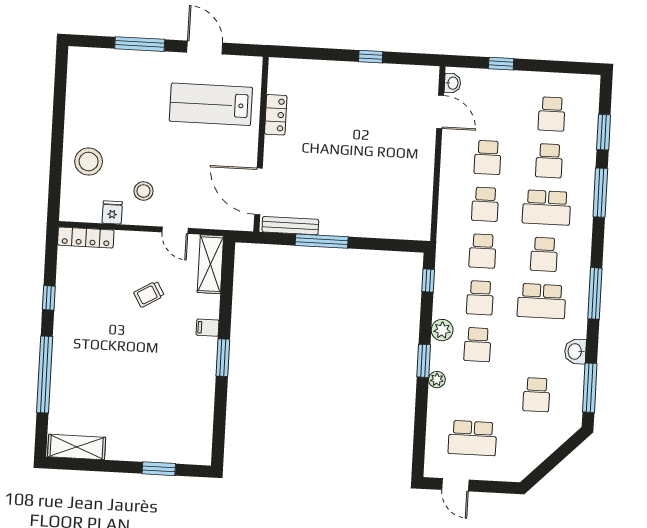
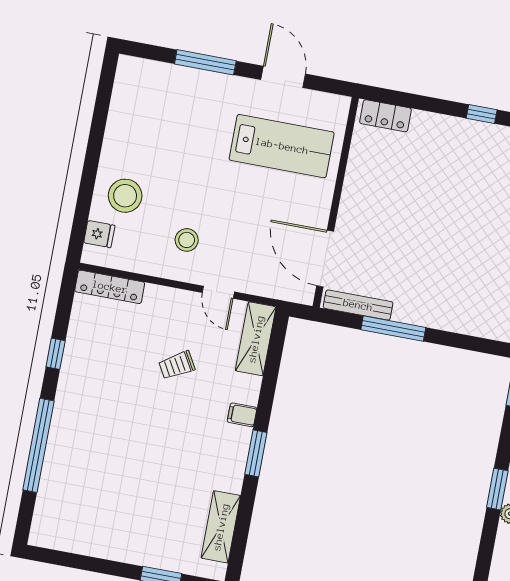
lab bench: (211, 104) -> (282, 146), turned 180
locker: (276, 115) -> (385, 116), moved, turned 90
fridge: (112, 212) -> (99, 234), moved, turned 90
shelving: (77, 447) -> (221, 527), moved, turned 90

